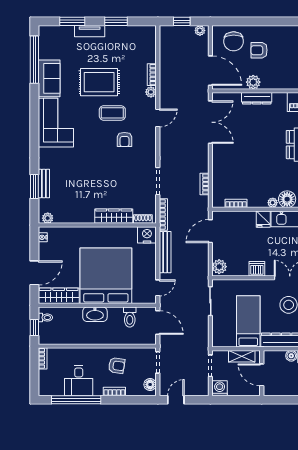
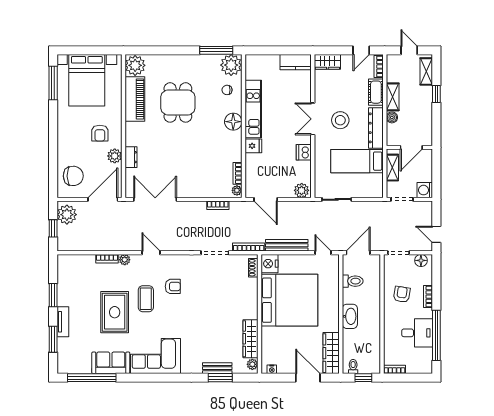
plant: (200, 30) -> (67, 215), width x1.87, depth x1.87
armchair: (259, 50) -> (100, 133), moved
dresser: (257, 98) -> (131, 157), width x0.70
plant: (273, 203) -> (237, 190), moved
wardrobe: (114, 216) -> (250, 339), moved
bed: (106, 276) -> (289, 300), moved, turned 180

